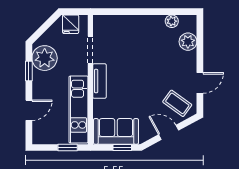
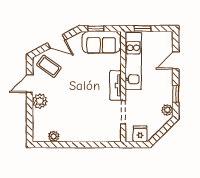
plant: (188, 42) -> (40, 101), moved
plant: (45, 58) -> (167, 110), width x0.53, depth x0.53

